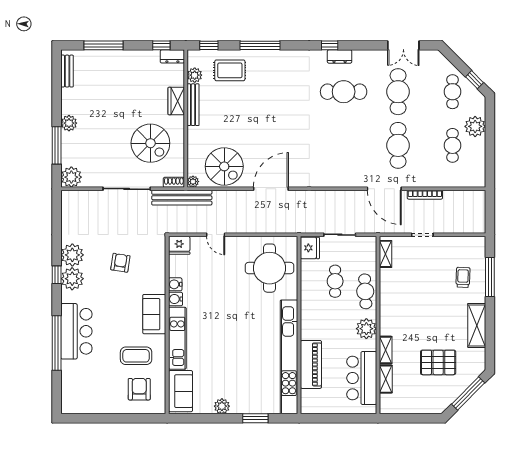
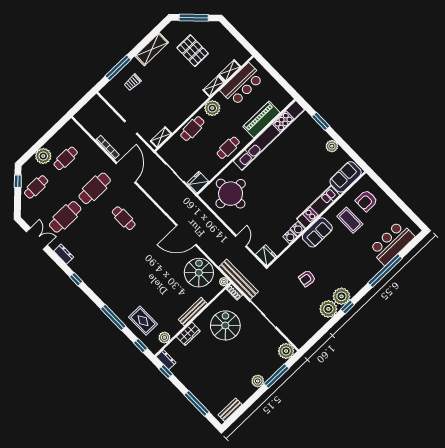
dresser: (340, 56) -> (64, 254), moved
cafe table: (344, 92) -> (124, 218), moved, width x0.73, depth x0.74
bench: (193, 105) -> (193, 312), moved
cafe table: (335, 281) -> (228, 148), moved
bar counter: (76, 331) -> (392, 243), moved

